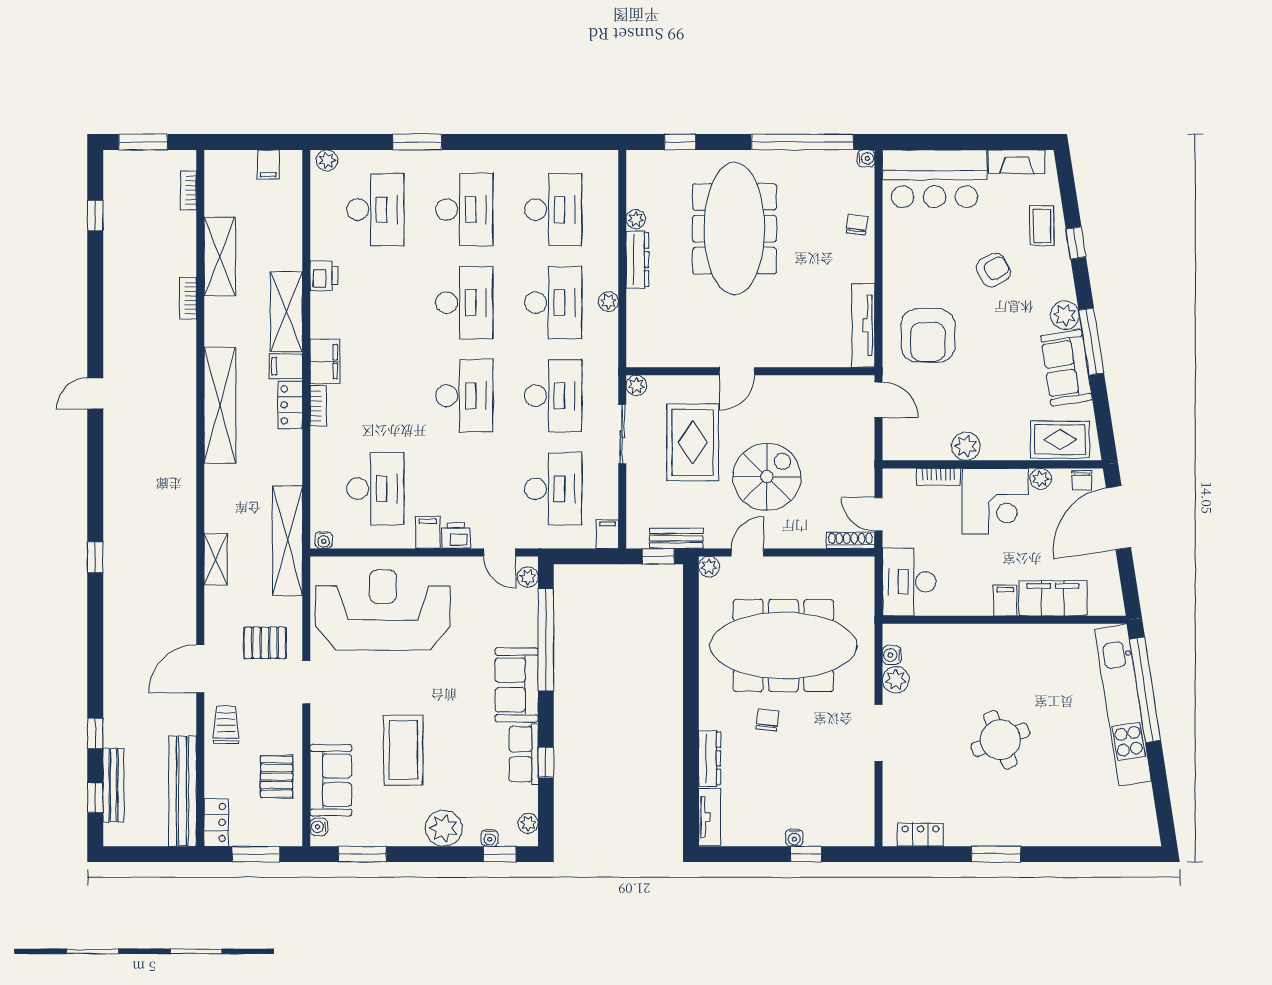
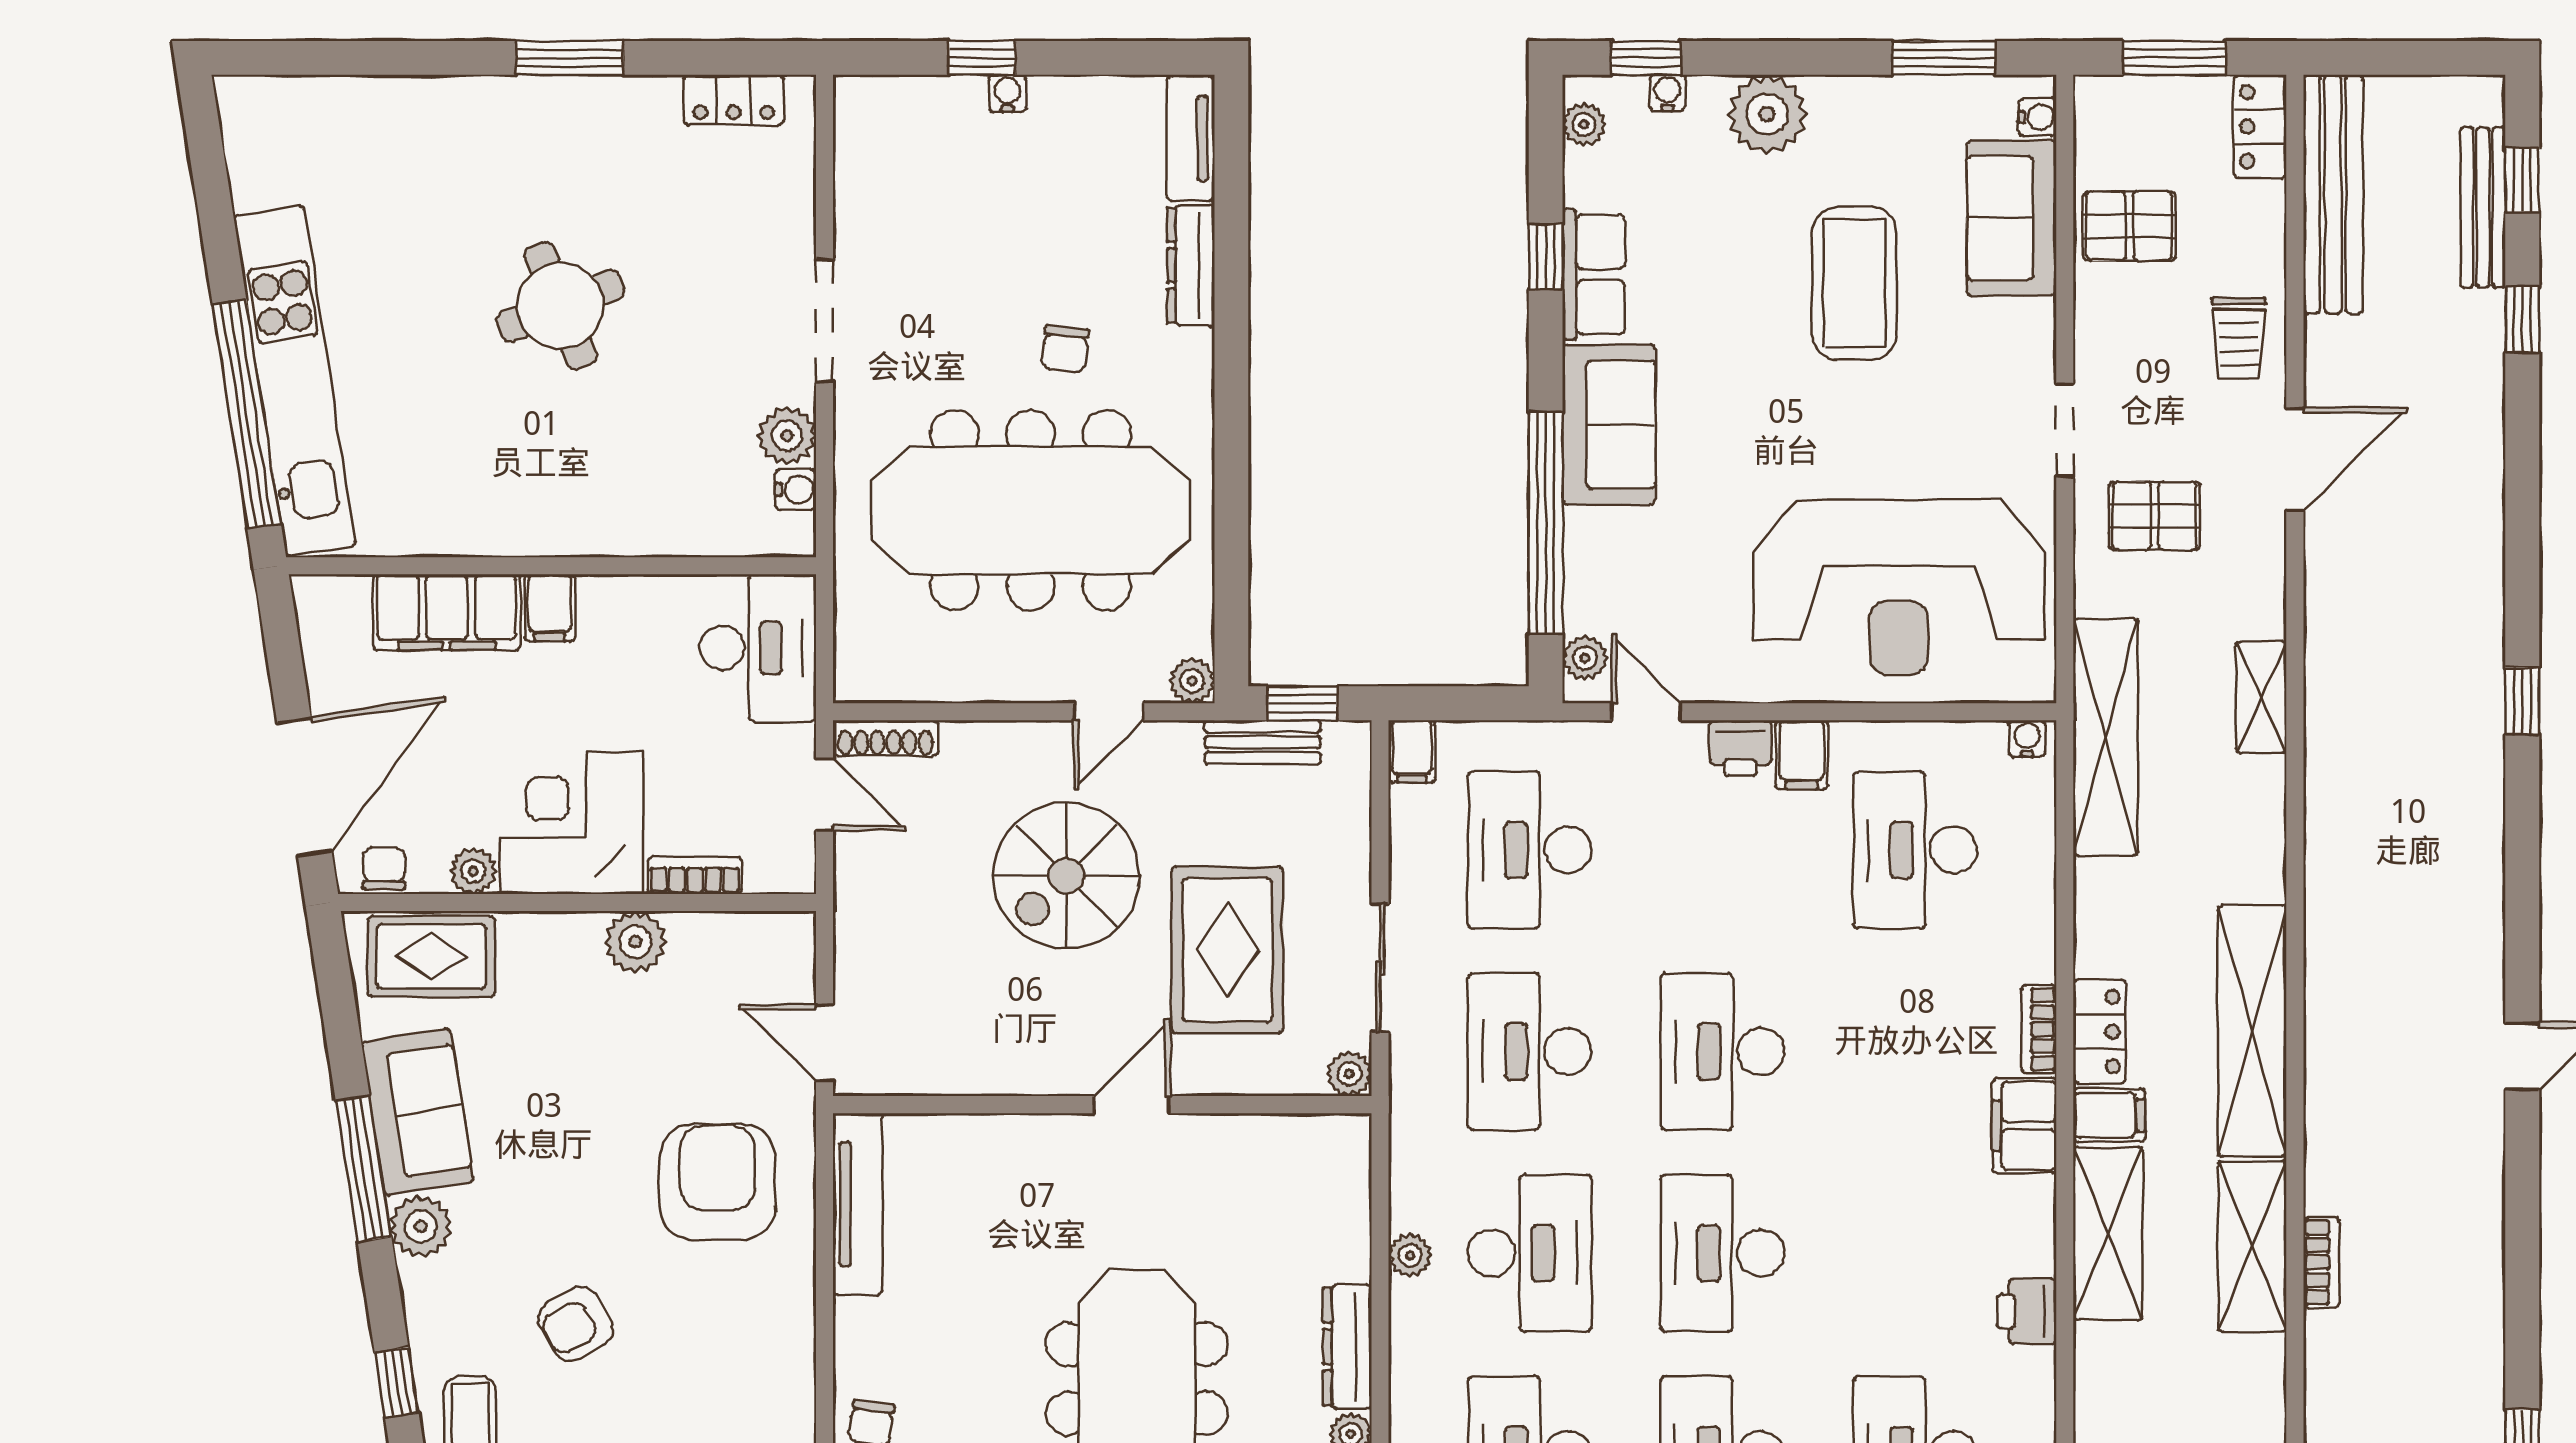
shelving: (220, 256) -> (2252, 1246), moved
desk: (553, 303) -> (1530, 1253), turned 180
pallet: (277, 777) -> (2129, 226), turned 90

